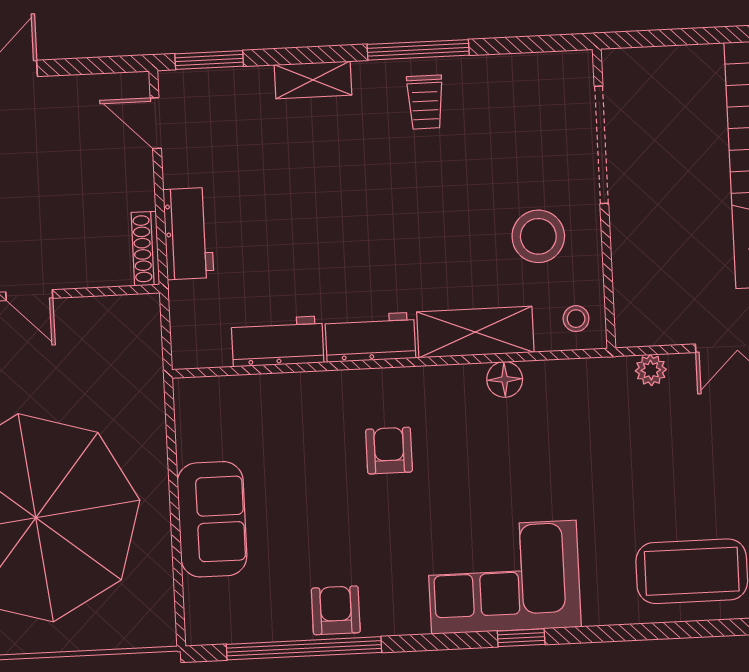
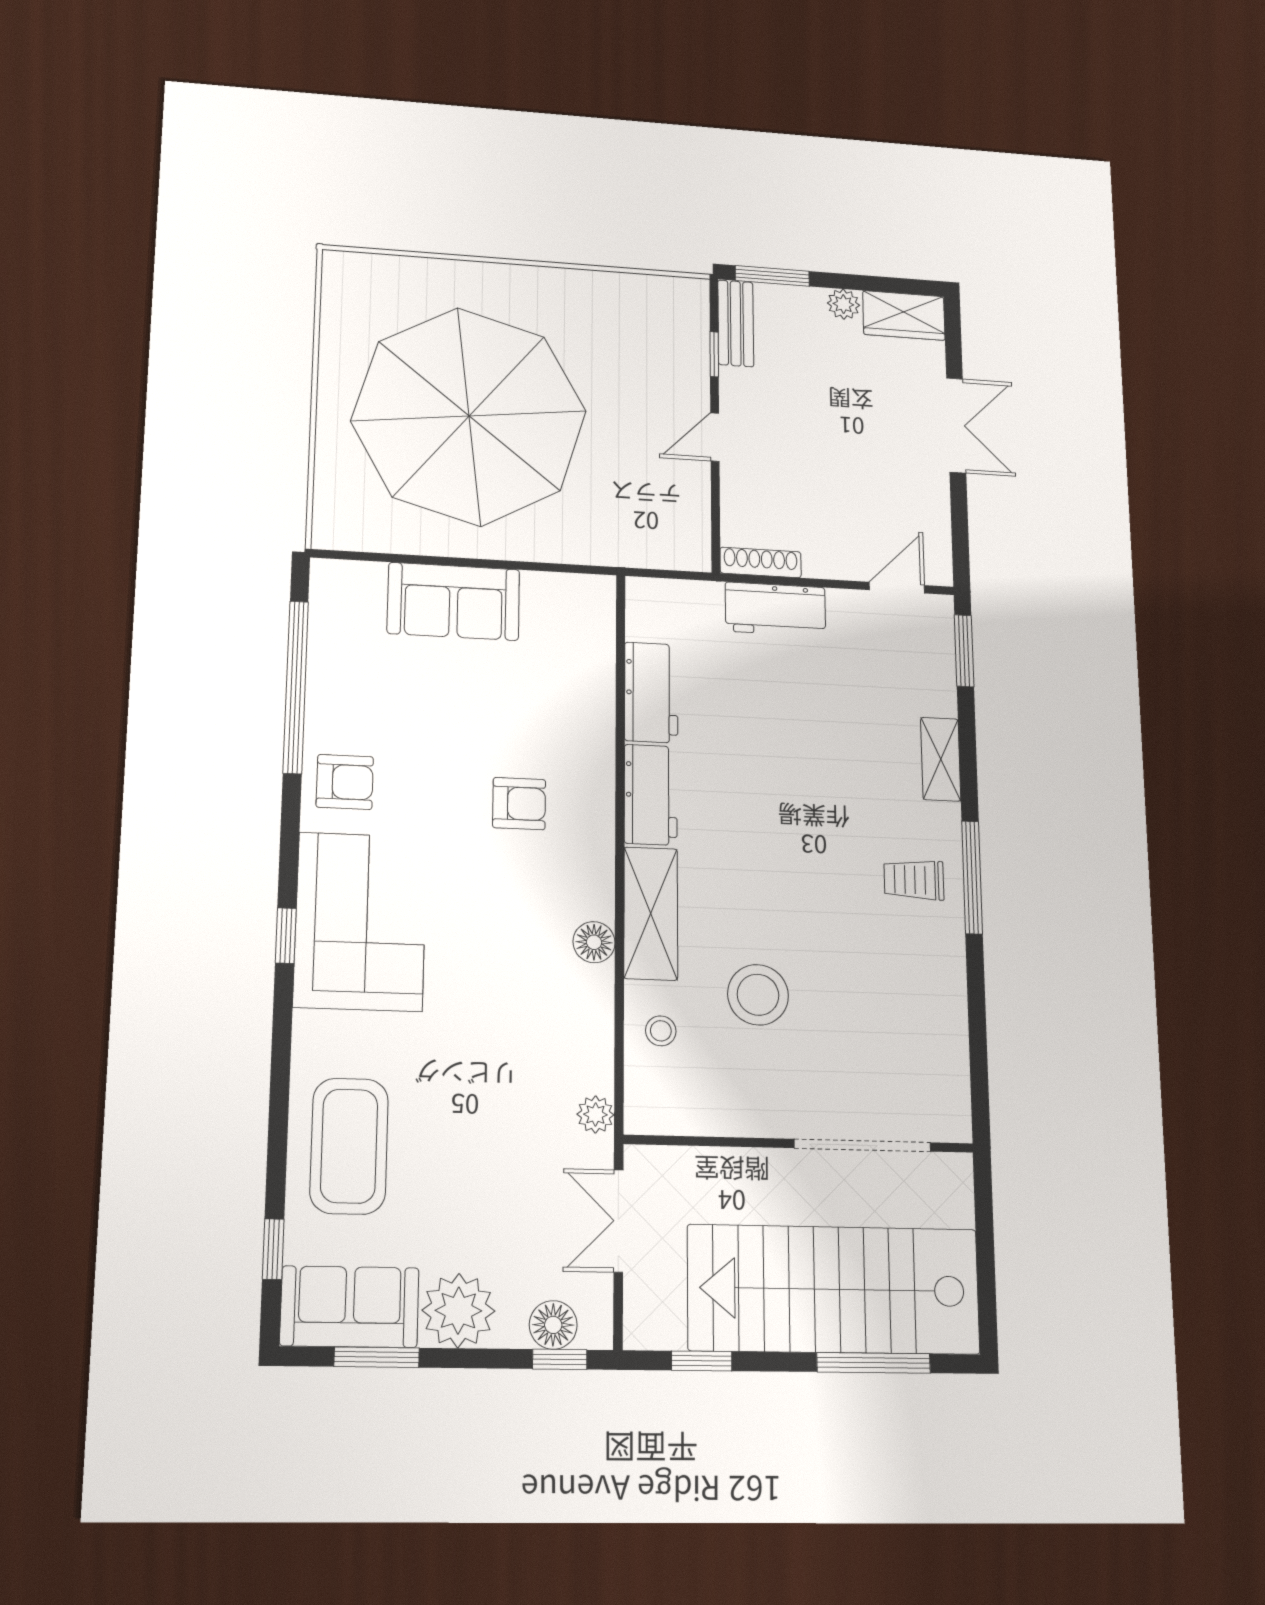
doorway: (601, 145) -> (863, 1145), moved
wall: (604, 199) -> (800, 1144), moved
armchair: (336, 610) -> (345, 782), moved

